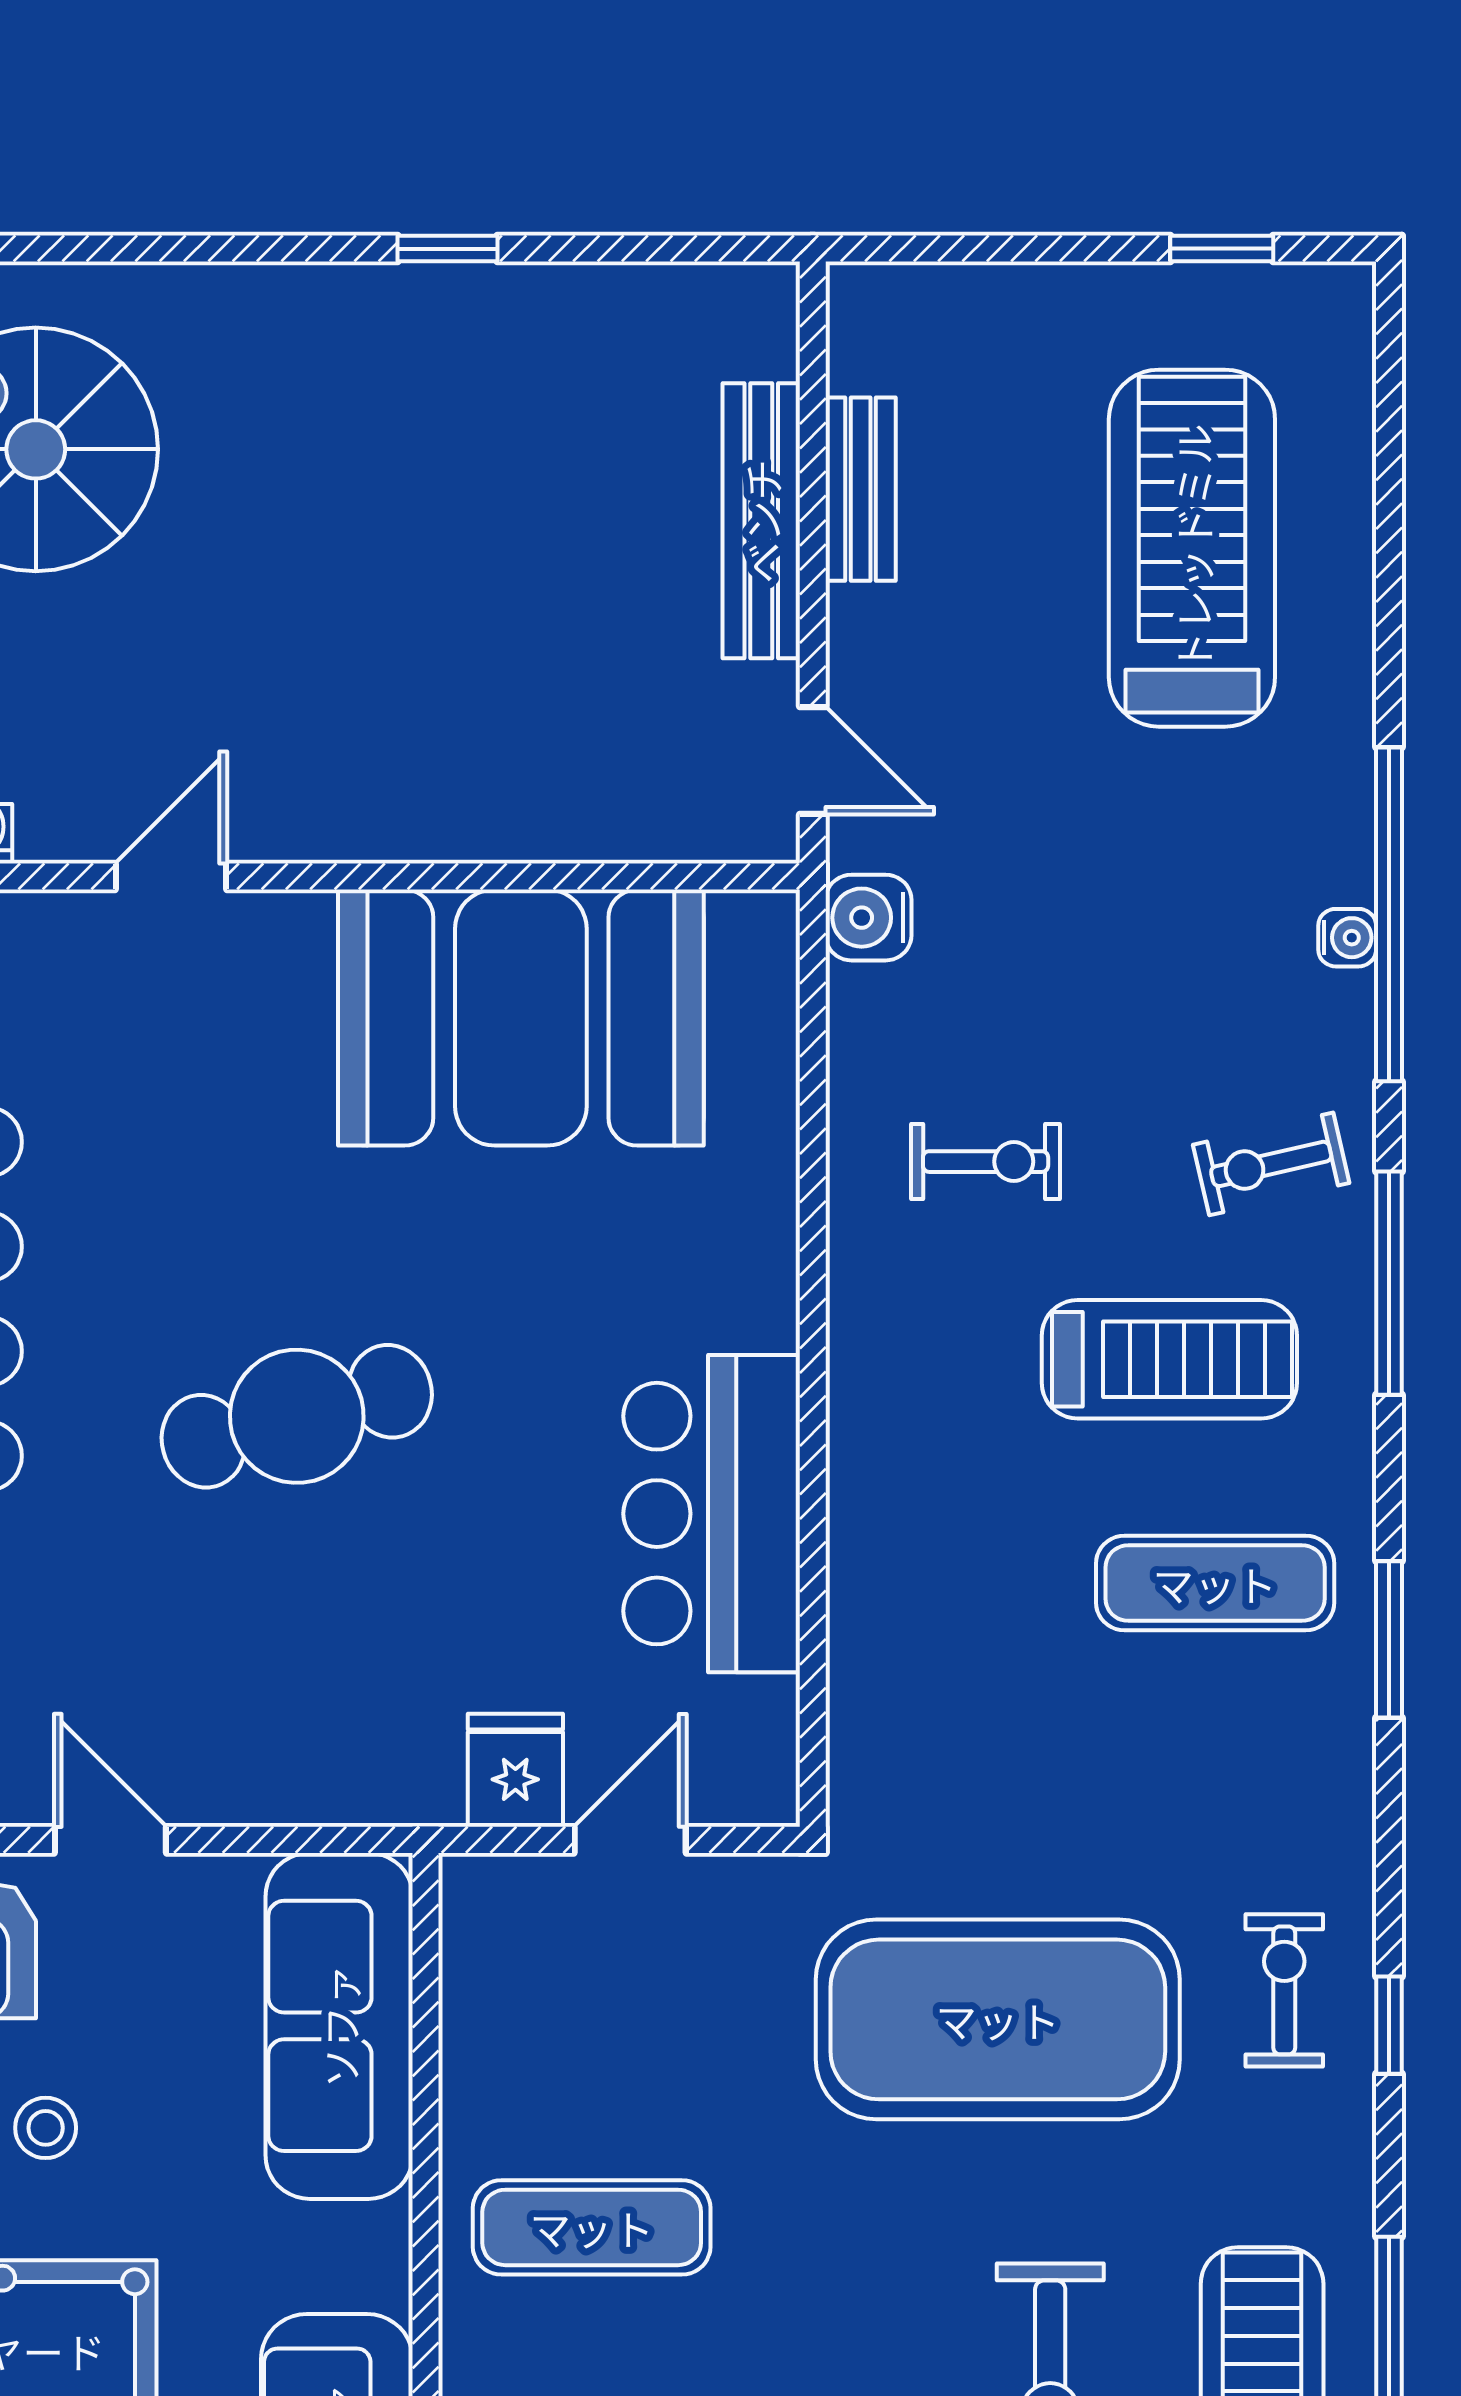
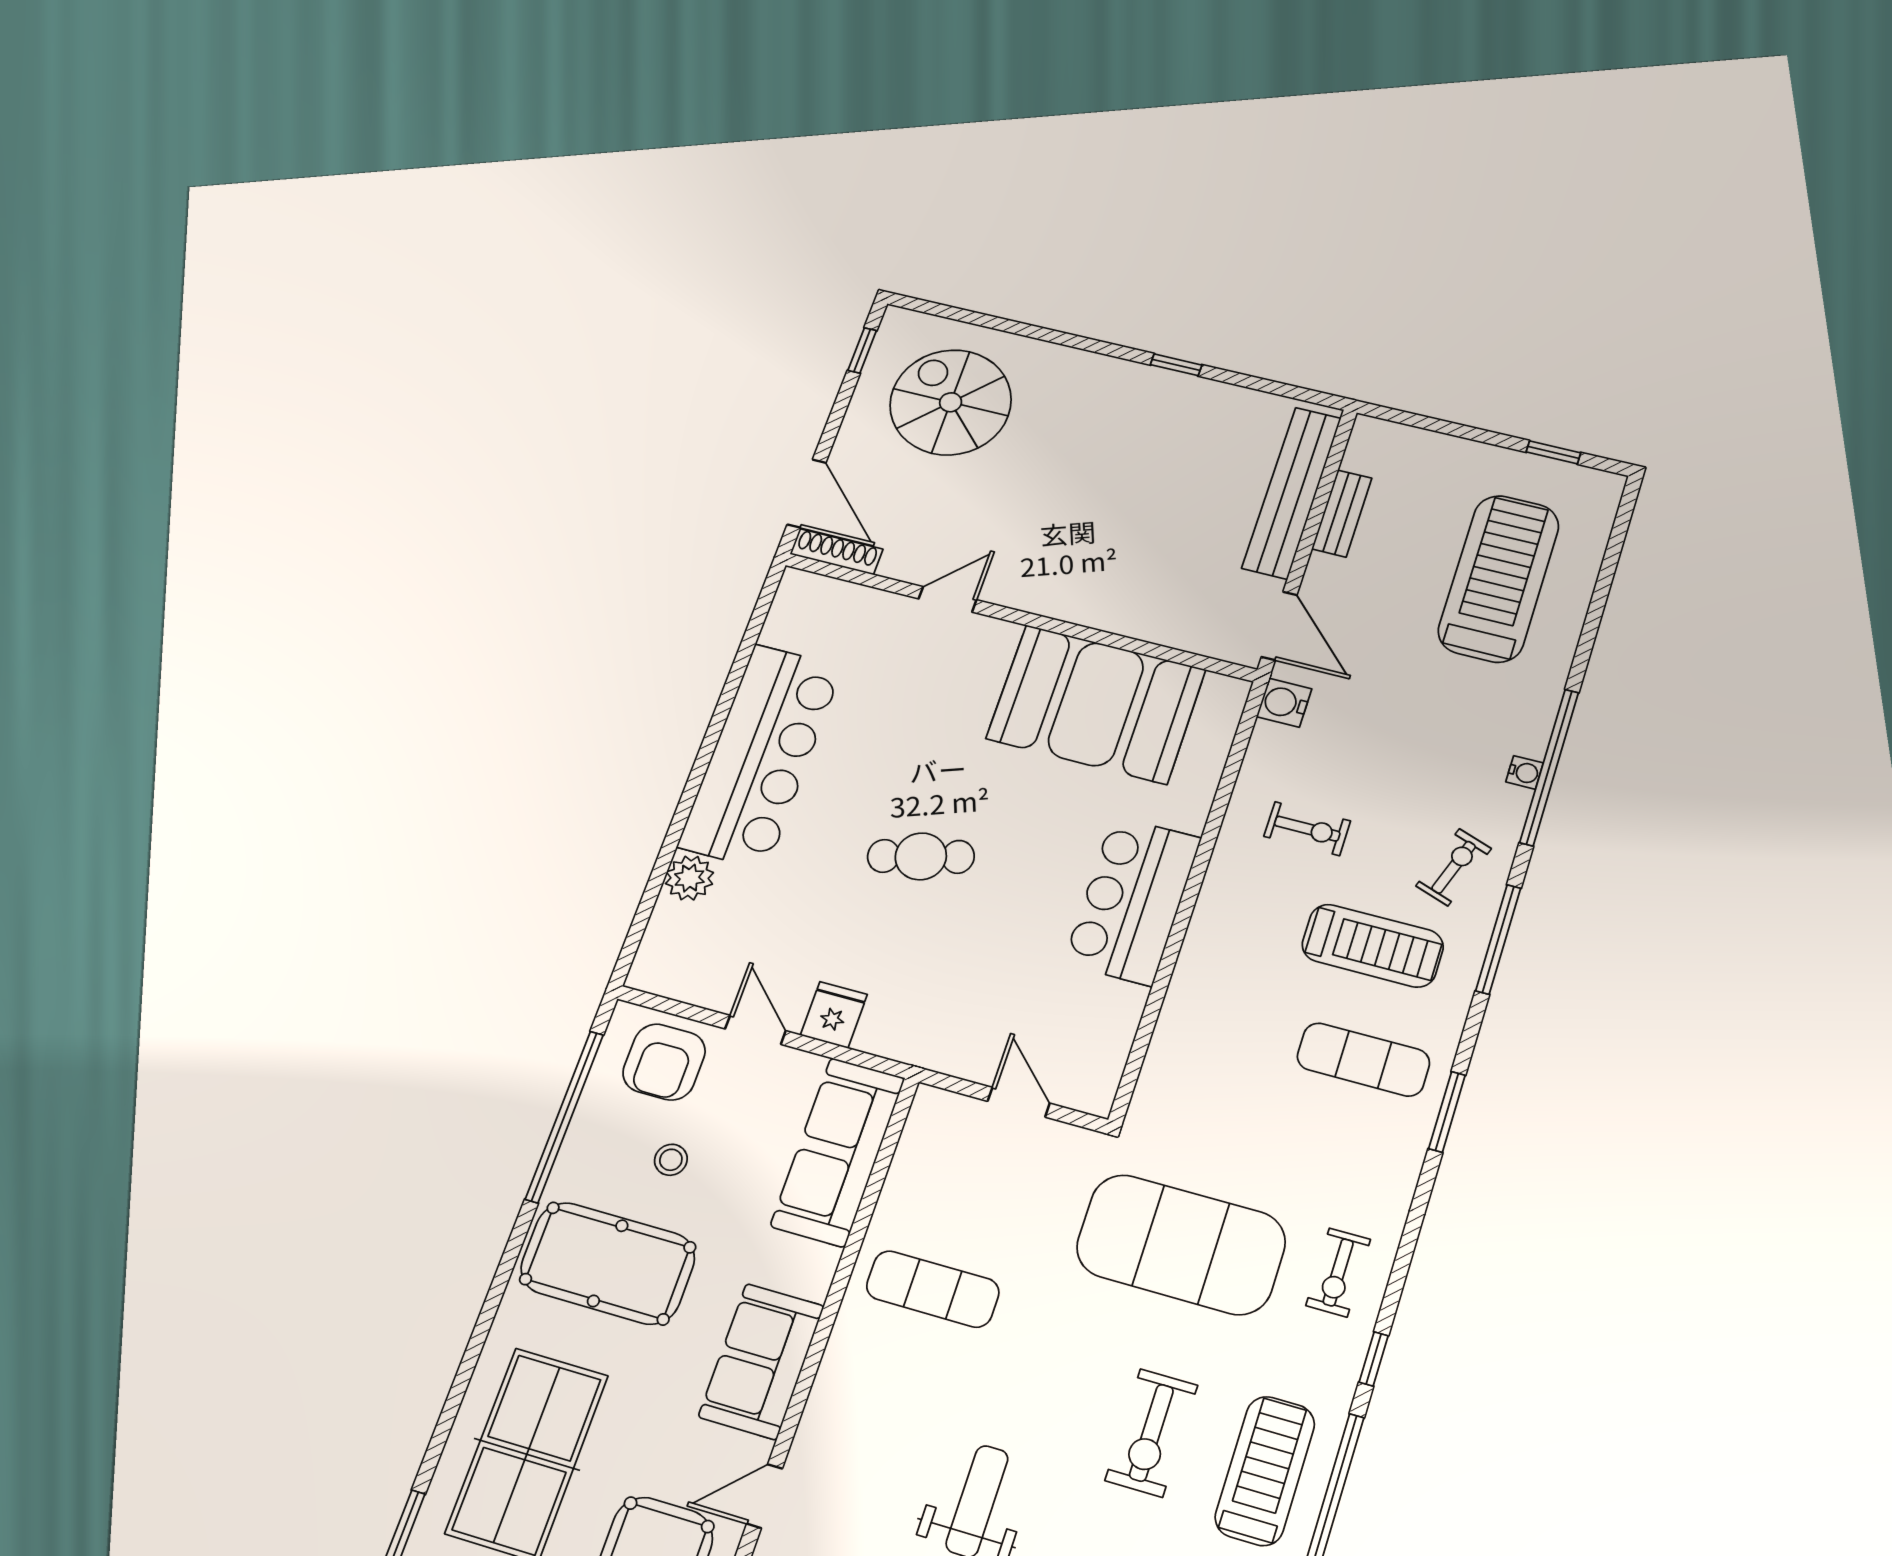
bench: (761, 521) -> (1292, 493), width x1.37, depth x1.21
door: (813, 760) -> (1279, 626), width x1.38
exercise bike: (1271, 1164) -> (1454, 867), turned 122
cafe table: (297, 1416) -> (921, 856), width x0.73, depth x0.74
bar counter: (712, 1514) -> (1132, 900), moved
fridge: (515, 1770) -> (834, 1015), moved
door: (630, 1840) -> (1019, 1102), hinge flipped
exercise bike: (1284, 1990) -> (1338, 1272), turned 180
window: (1389, 2025) -> (1374, 1359), moved

